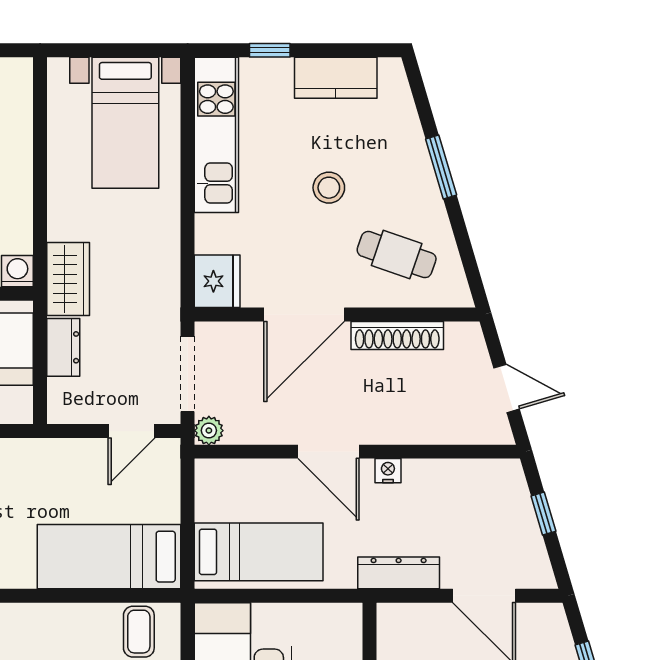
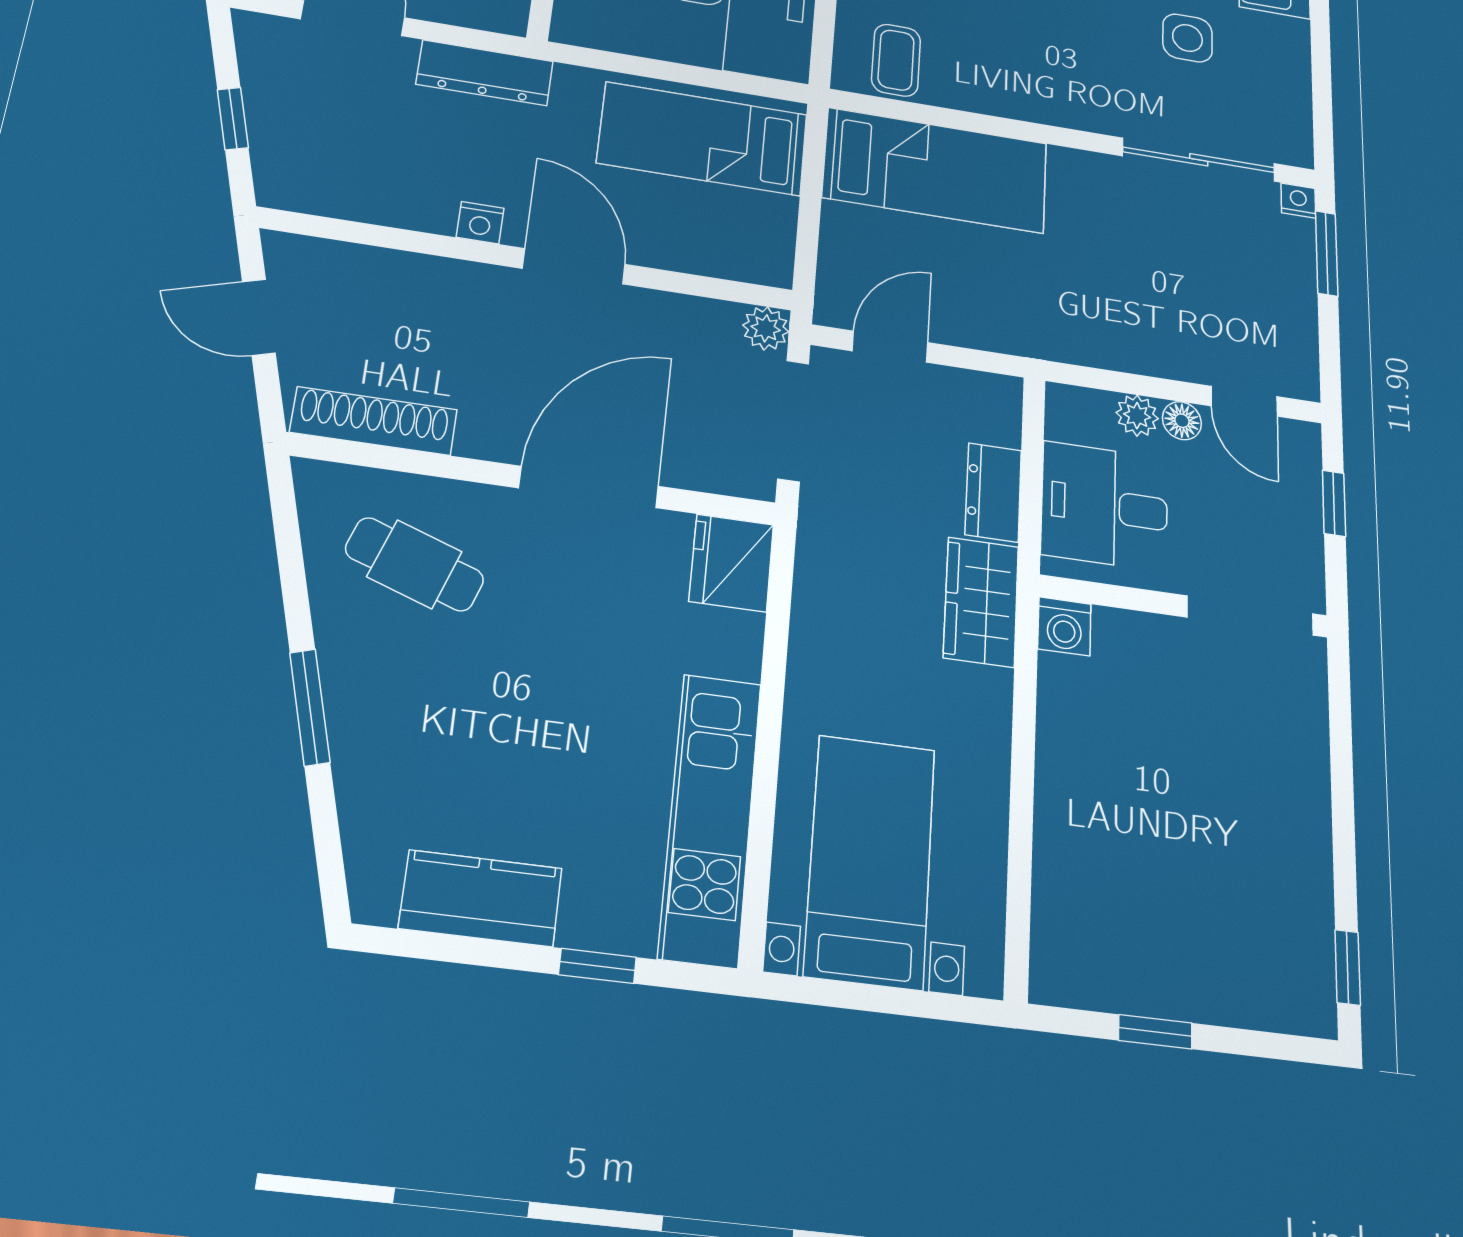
stool: (329, 188) -> (519, 697), removed
shoe rack: (397, 336) -> (374, 421), moved

